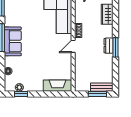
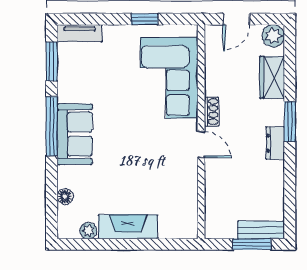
door: (73, 46) -> (201, 145), swing flipped
window: (116, 47) -> (290, 122), moved
fireplace: (57, 86) -> (128, 227), moved
window: (21, 94) -> (92, 244), removed

